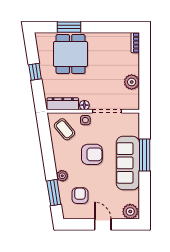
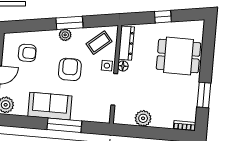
window: (69, 27) -> (204, 95), moved
armchair: (92, 154) -> (70, 69), turned 180
sofa: (128, 163) -> (50, 106), width x0.73
plant: (62, 176) -> (65, 35), moved
window: (54, 193) -> (70, 23), moved

